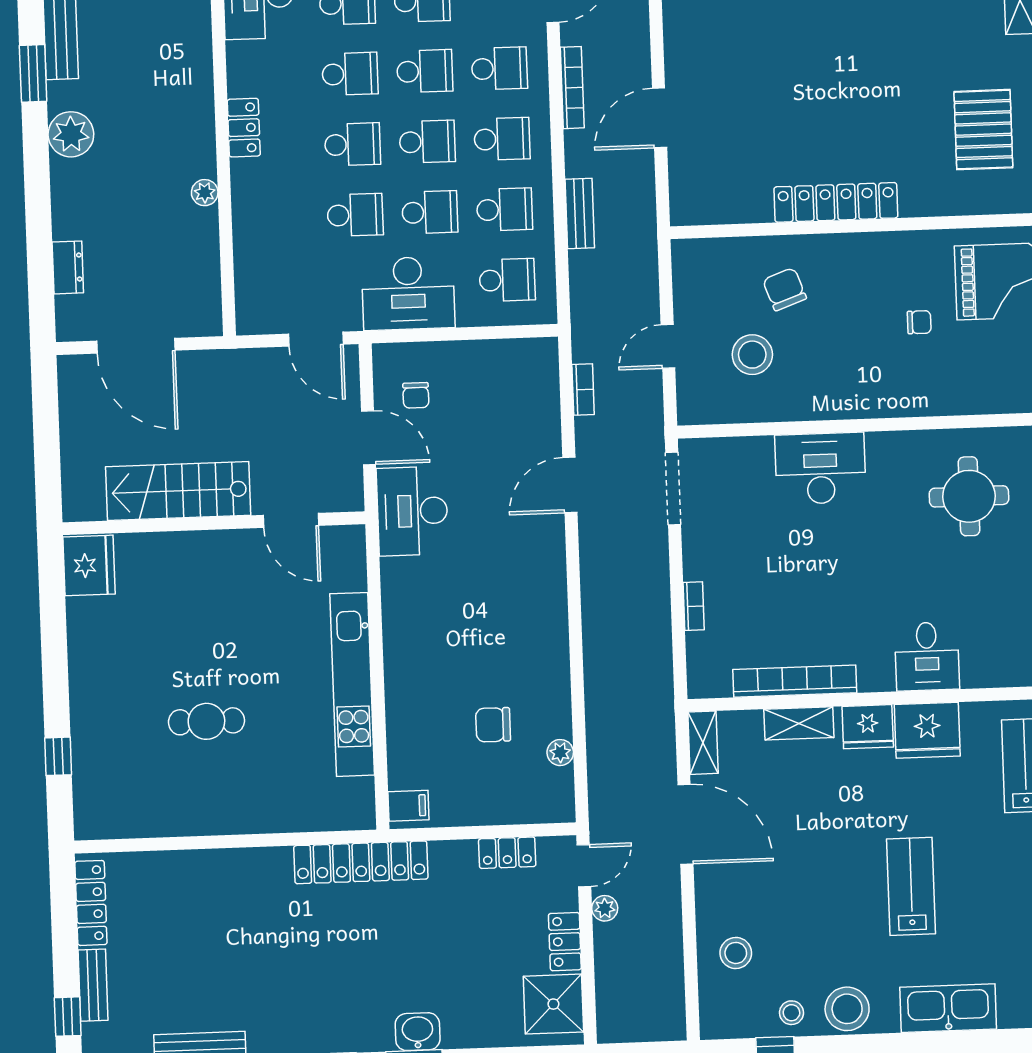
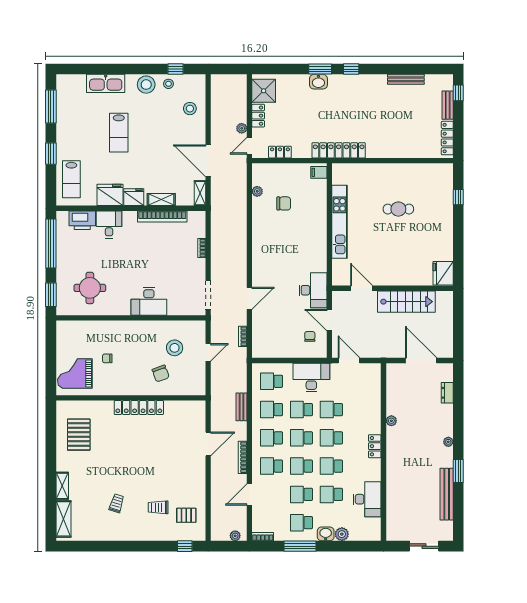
plant: (71, 134) -> (448, 442), width x0.53, depth x0.53
printer: (994, 664) -> (82, 220), added

